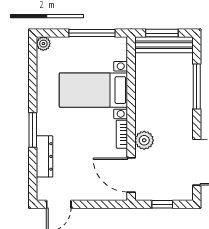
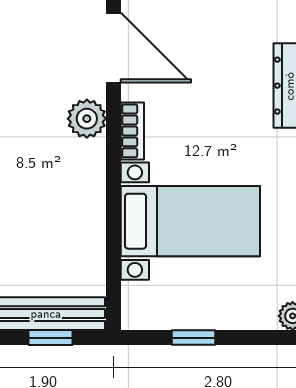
window: (92, 33) -> (194, 338), width x0.46
window: (162, 33) -> (51, 338), width x0.67

